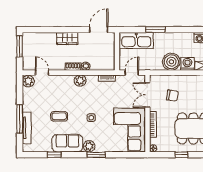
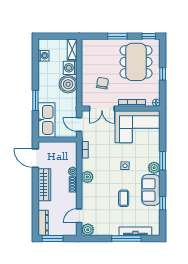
dresser: (35, 37) -> (43, 223), added
wardrobe: (67, 38) -> (44, 185), width x1.50

